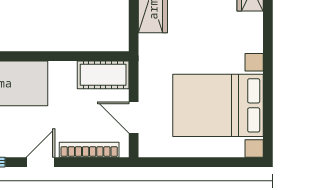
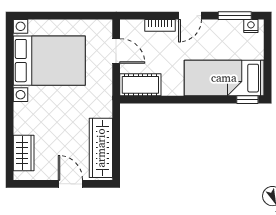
bookcase: (89, 150) -> (160, 25), width x0.64

